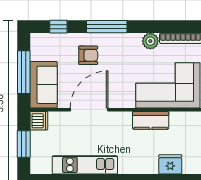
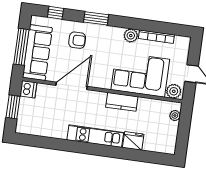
window: (107, 27) -> (96, 18), width x0.69
sofa: (44, 85) -> (37, 53), width x1.36
kitchen unit: (85, 165) -> (95, 136), moved

